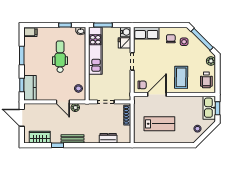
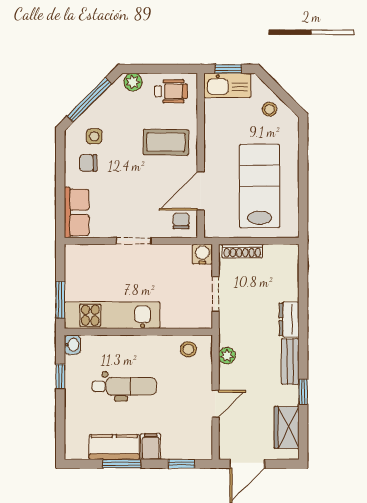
filing cabinet: (30, 32) -> (151, 446), moved
water cooler: (126, 32) -> (202, 254), moved
fridge: (124, 43) -> (96, 257), removed
dental chair: (60, 57) -> (124, 386), turned 180
kitchen counter: (30, 88) -> (114, 447), moved
door: (157, 95) -> (201, 191), hinge flipped
door: (63, 102) -> (215, 404), moved
lab bench: (159, 124) -> (260, 186), width x1.36, depth x1.39
dresser: (108, 138) -> (289, 319), moved

